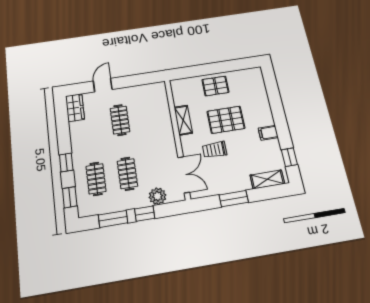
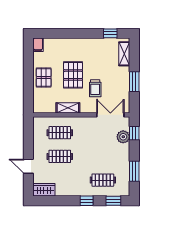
filing cabinet: (268, 133) -> (38, 45), moved
clothes rail: (127, 174) -> (60, 133), moved
window: (145, 214) -> (134, 133), moved

